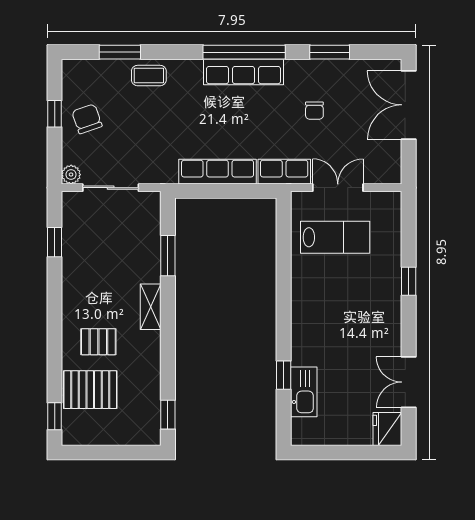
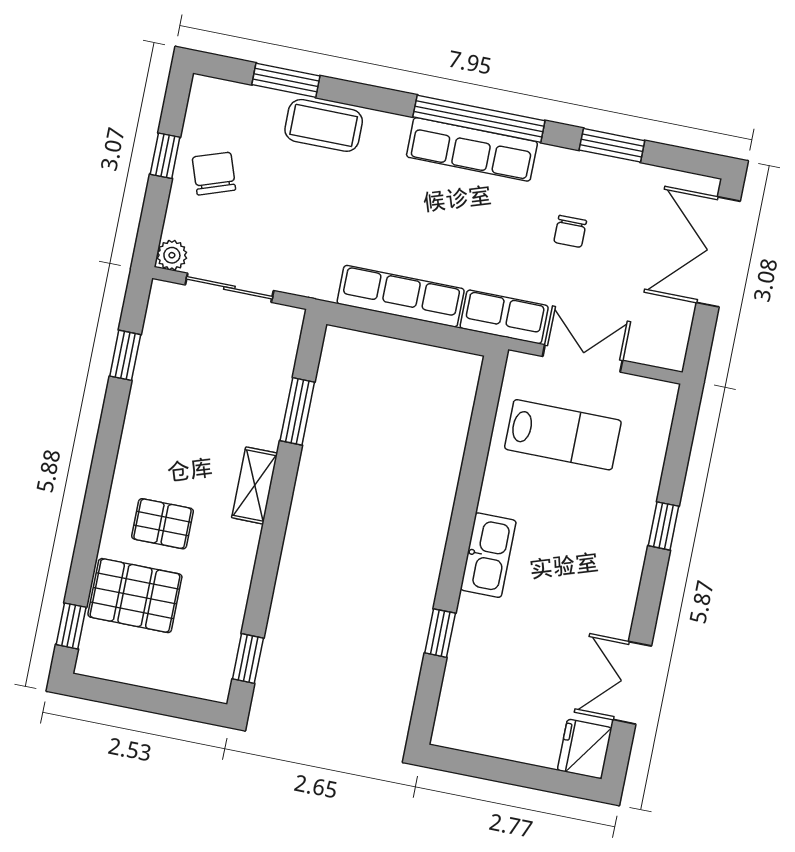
coffee table: (149, 76) -> (324, 125), width x1.36, depth x1.30
kitchen sink: (304, 392) -> (488, 555), moved

